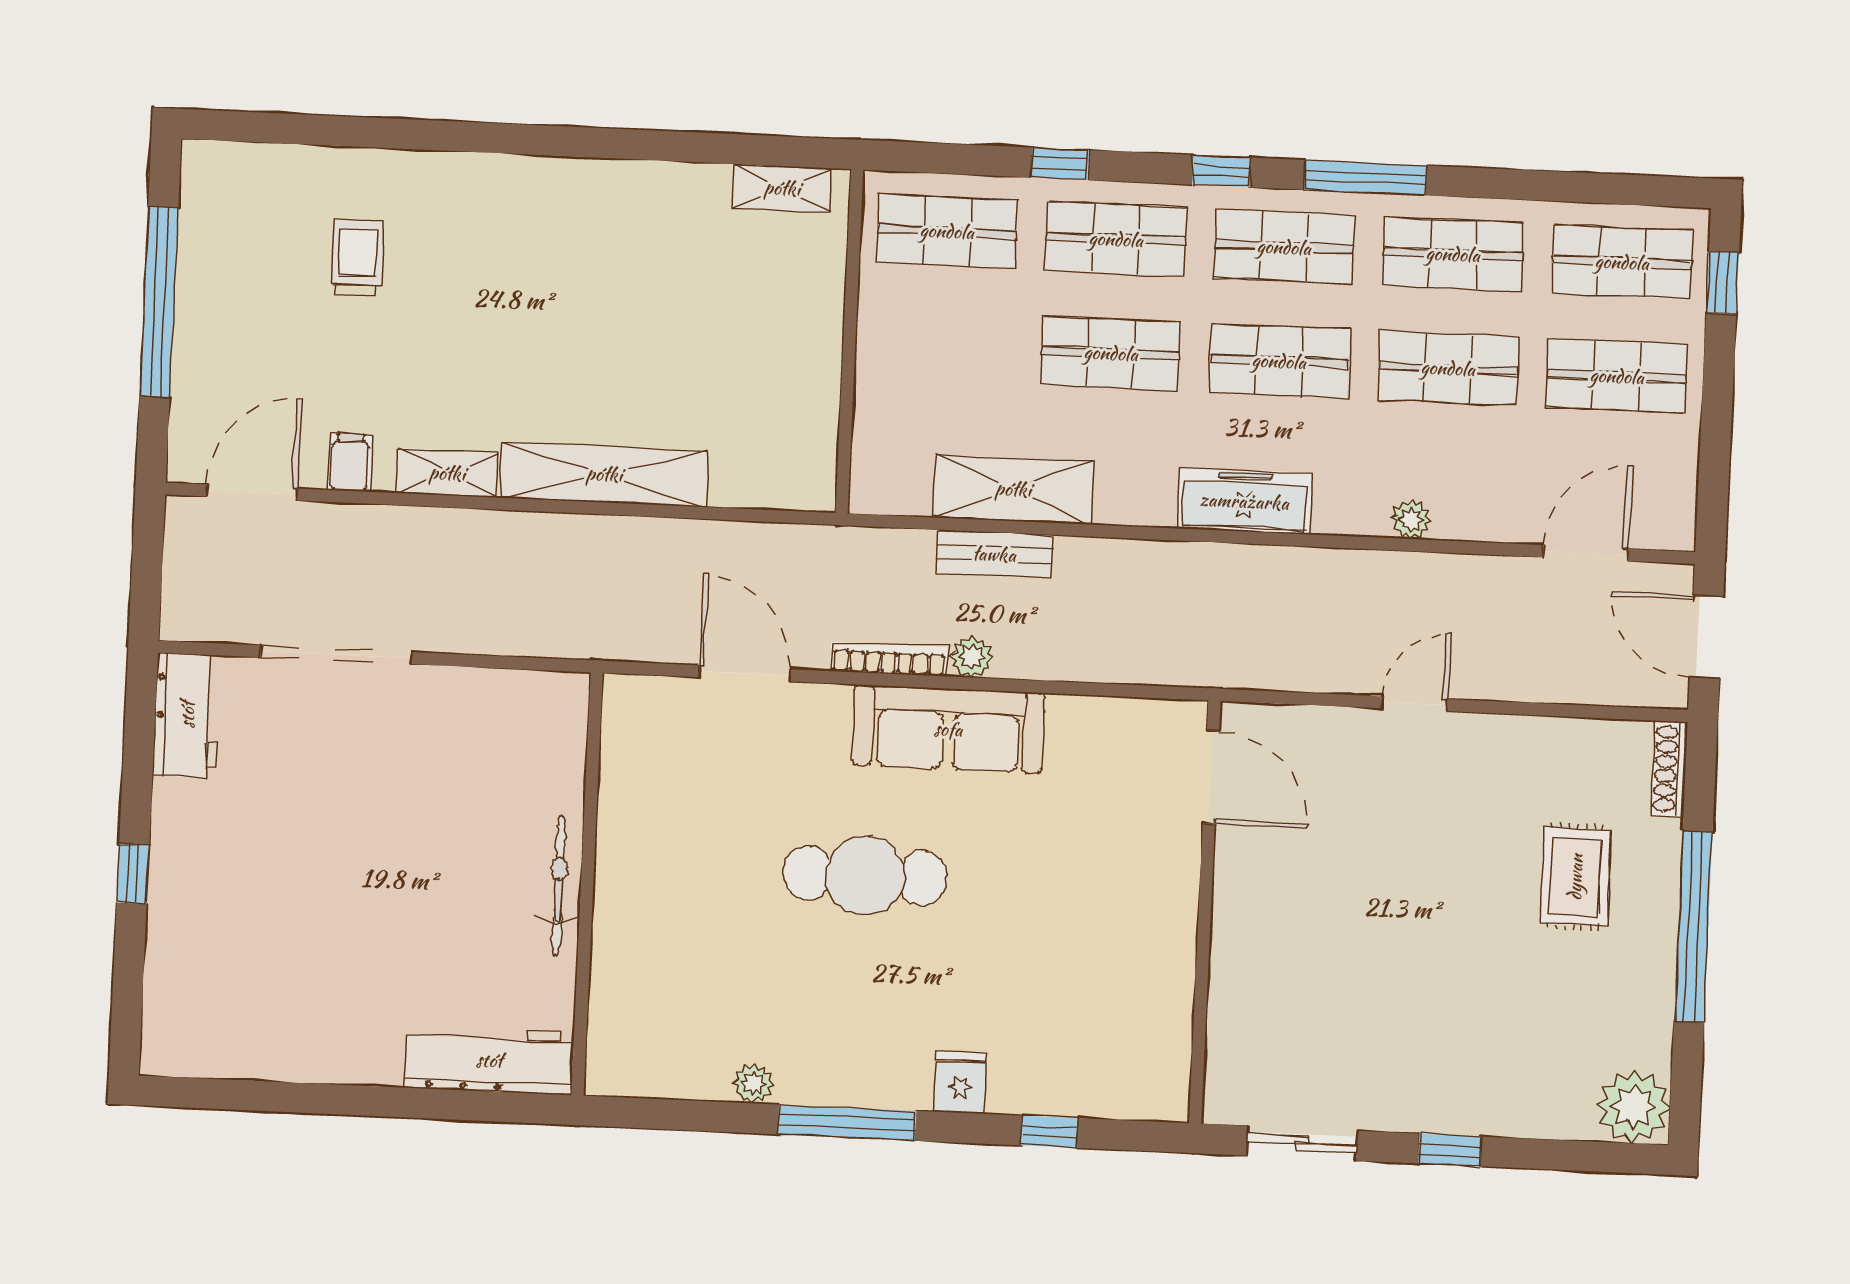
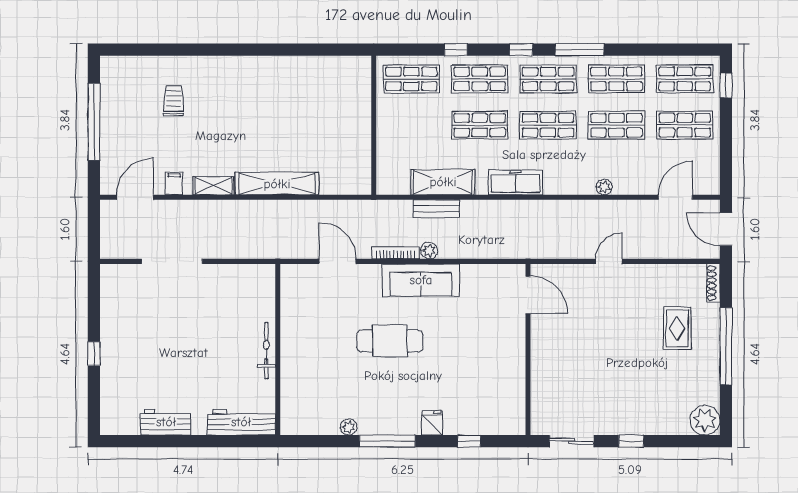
shelving: (782, 188) -> (344, 65), removed
freezer: (1244, 501) -> (515, 182), moved
workbench: (187, 715) -> (166, 422), moved, turned -90

